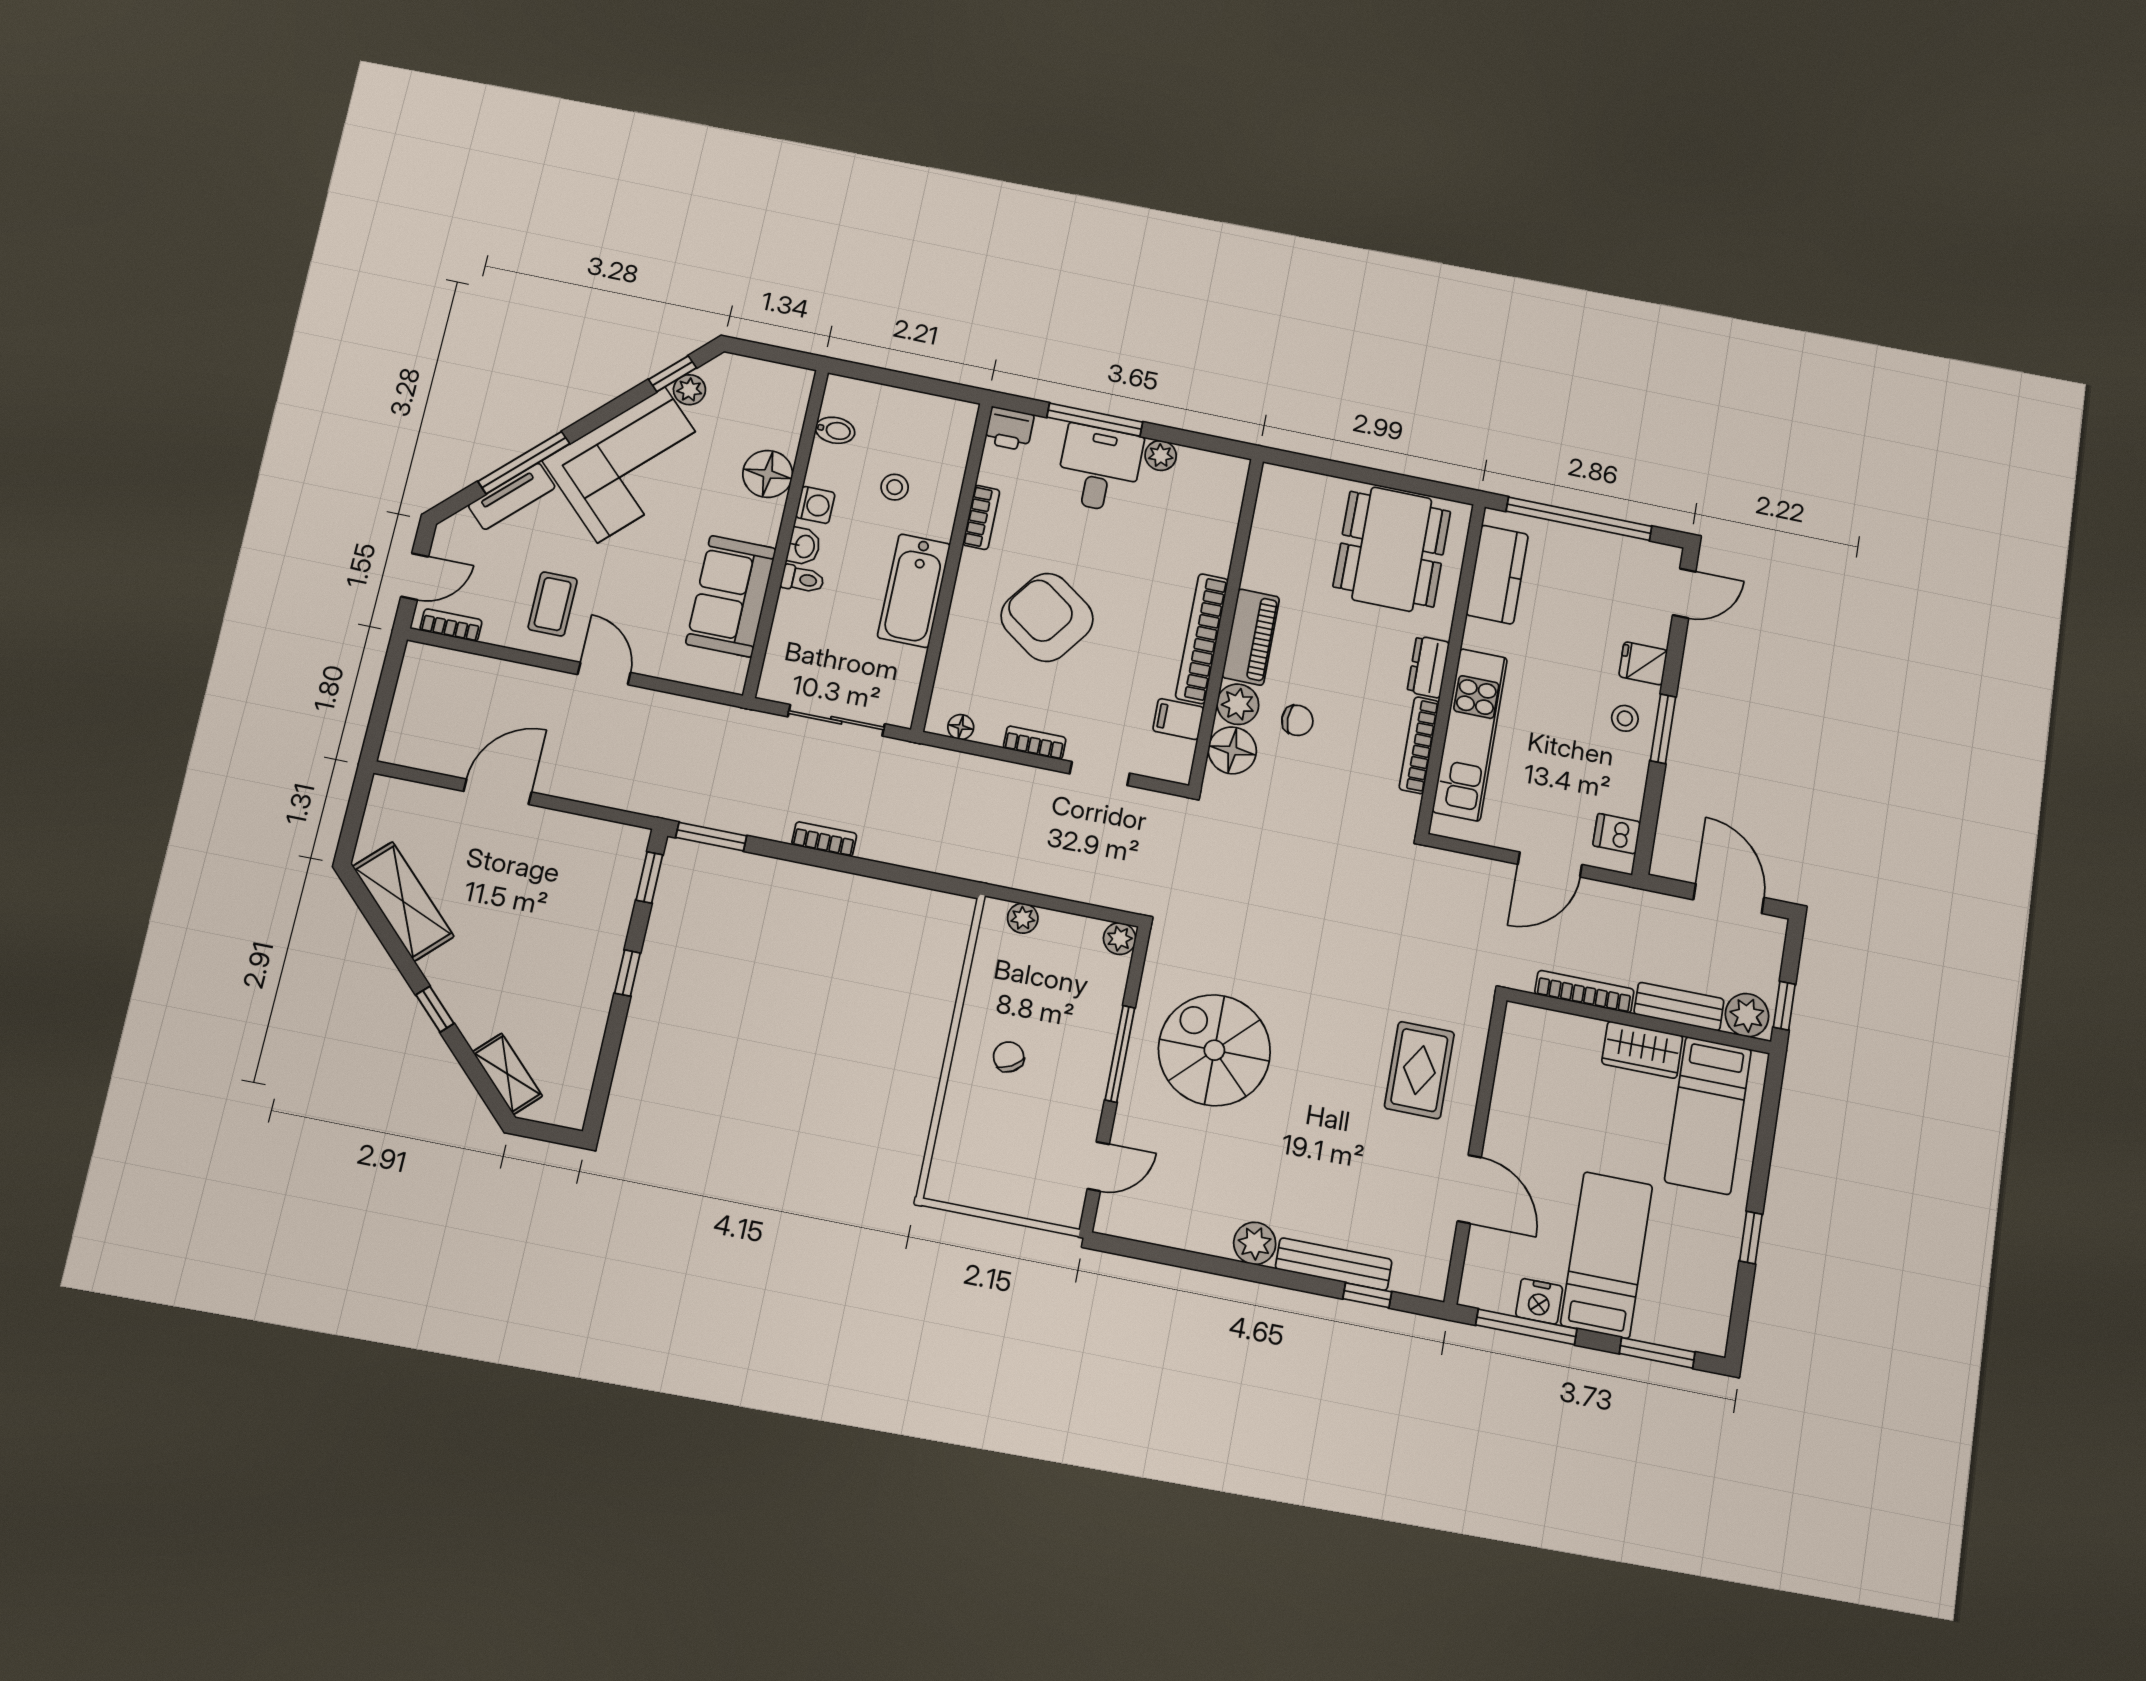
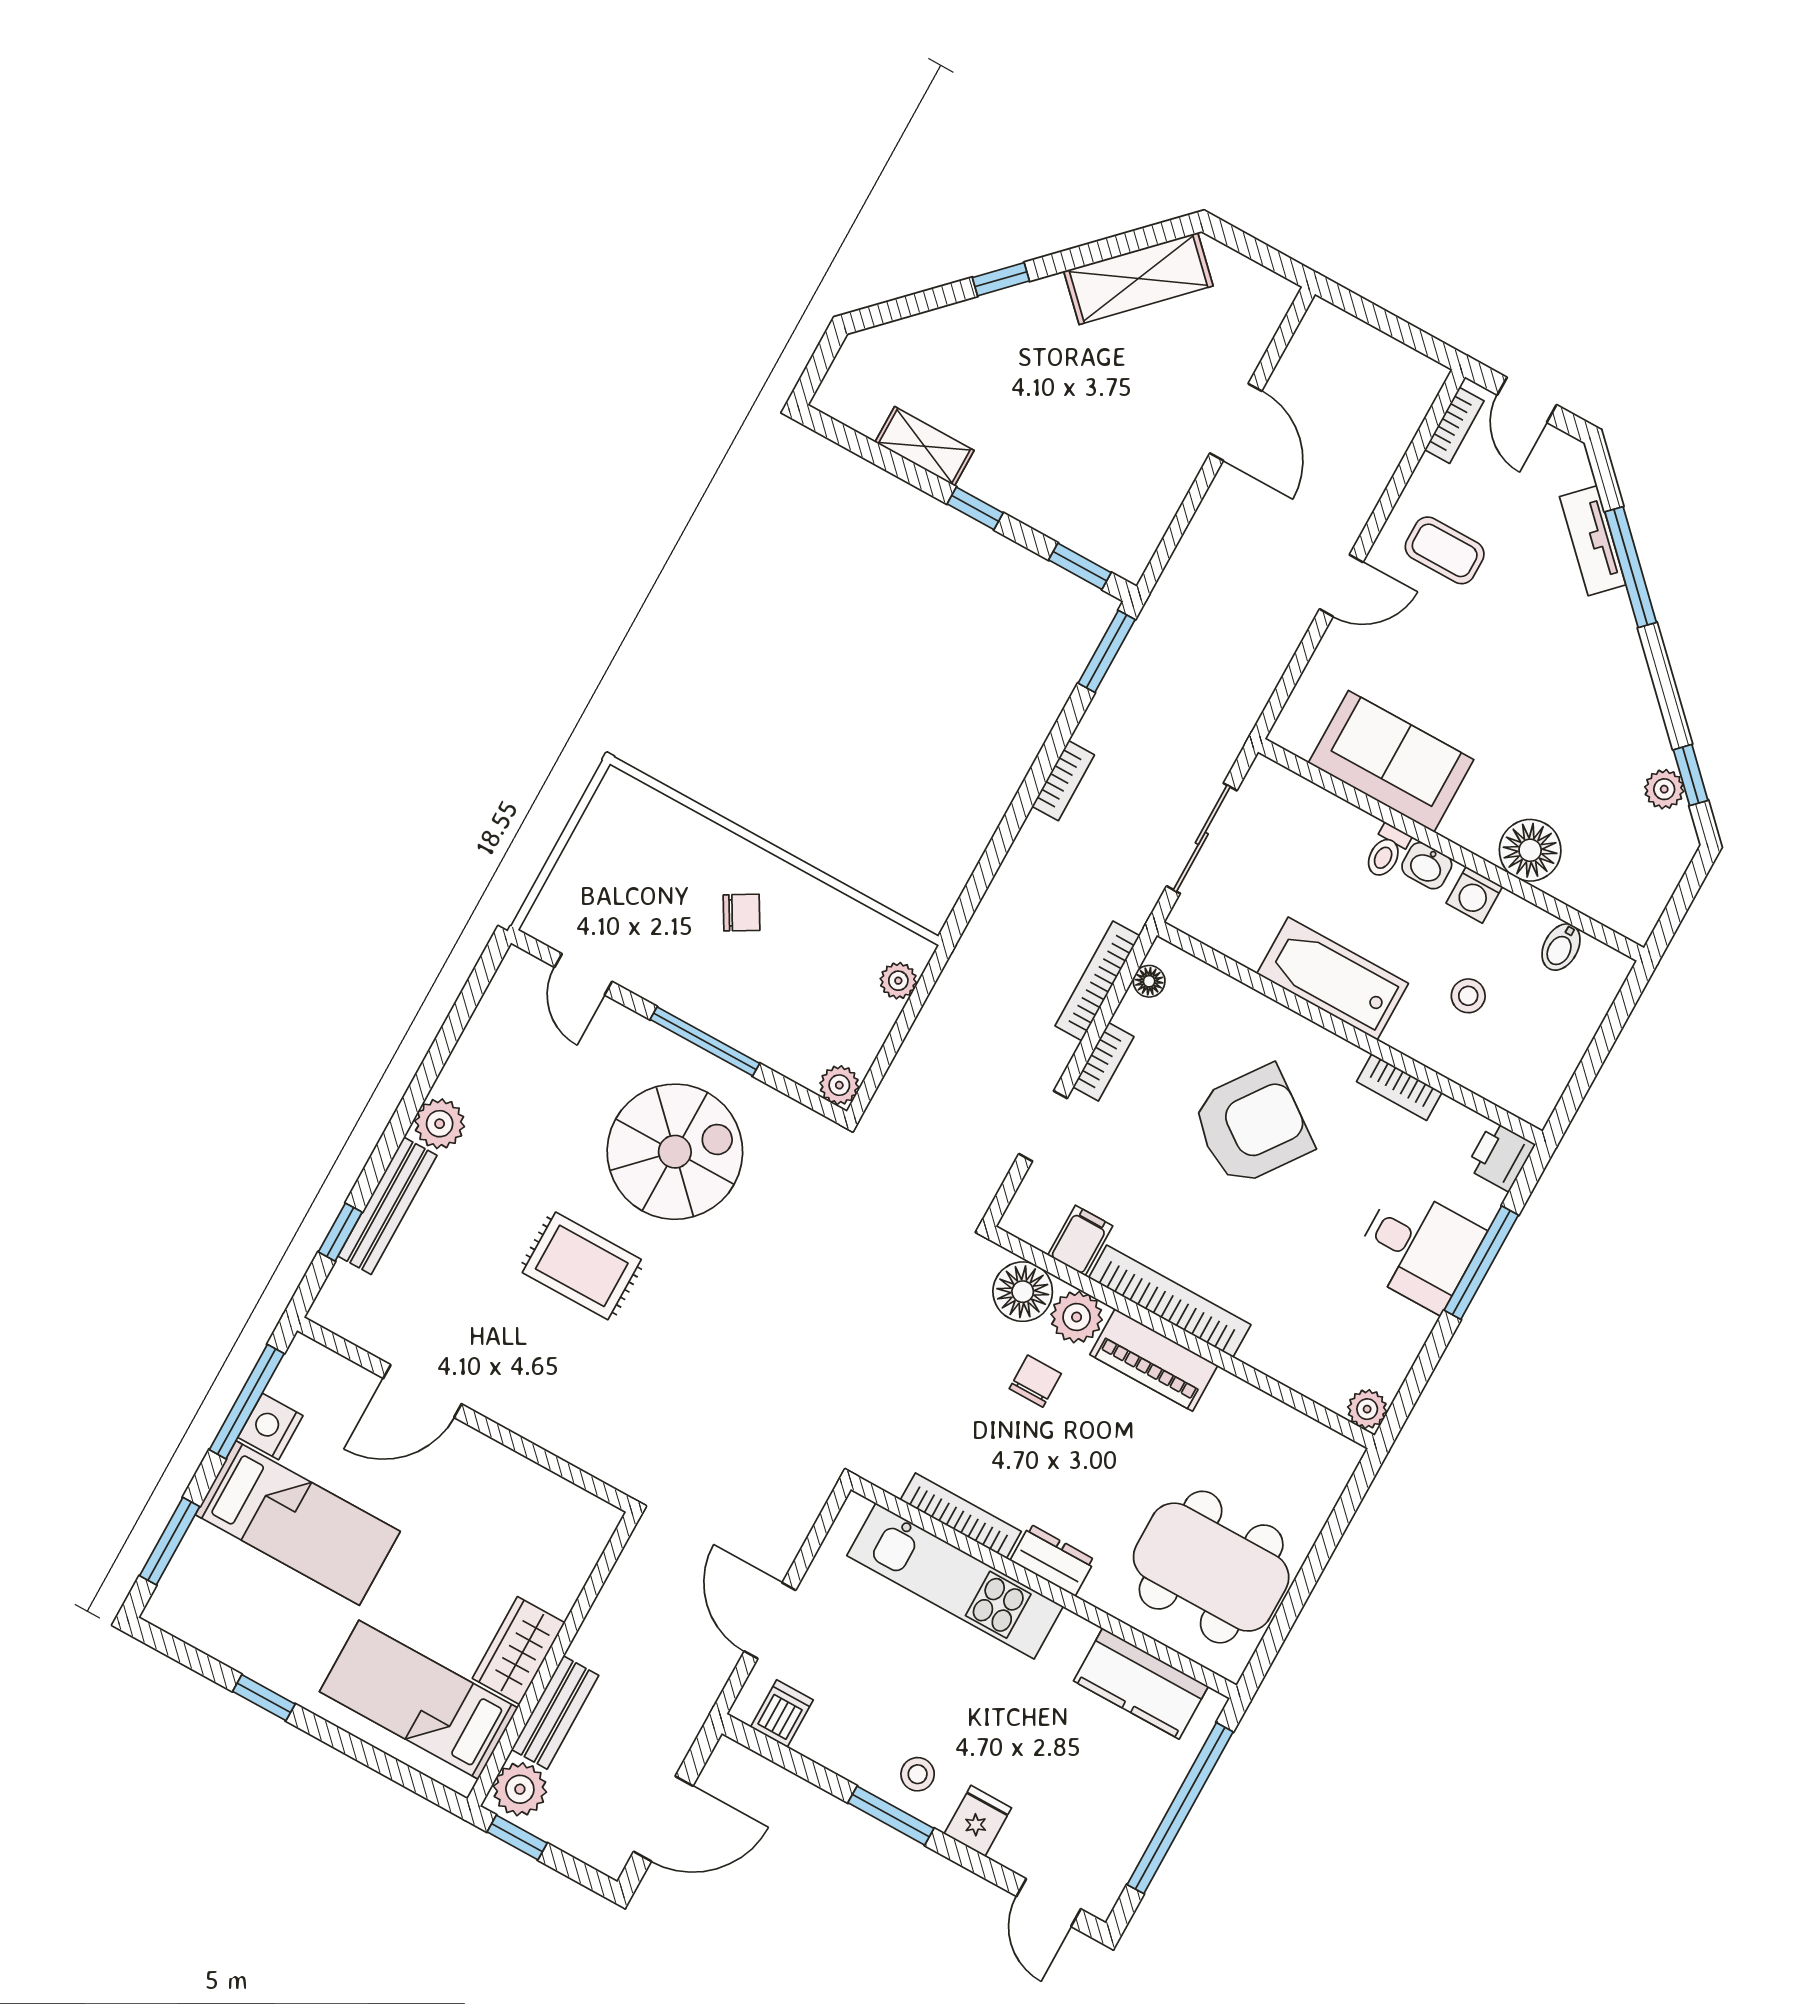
plant: (1161, 456) -> (1367, 1409), moved
corner sofa: (631, 465) -> (1590, 693), removed
chair: (1297, 720) -> (1035, 1381), turned 180
bookcase: (1584, 992) -> (1097, 981), moved, turned 180
rug: (1419, 1070) -> (582, 1266), moved
shelving: (507, 1074) -> (925, 446), moved, turned 45

